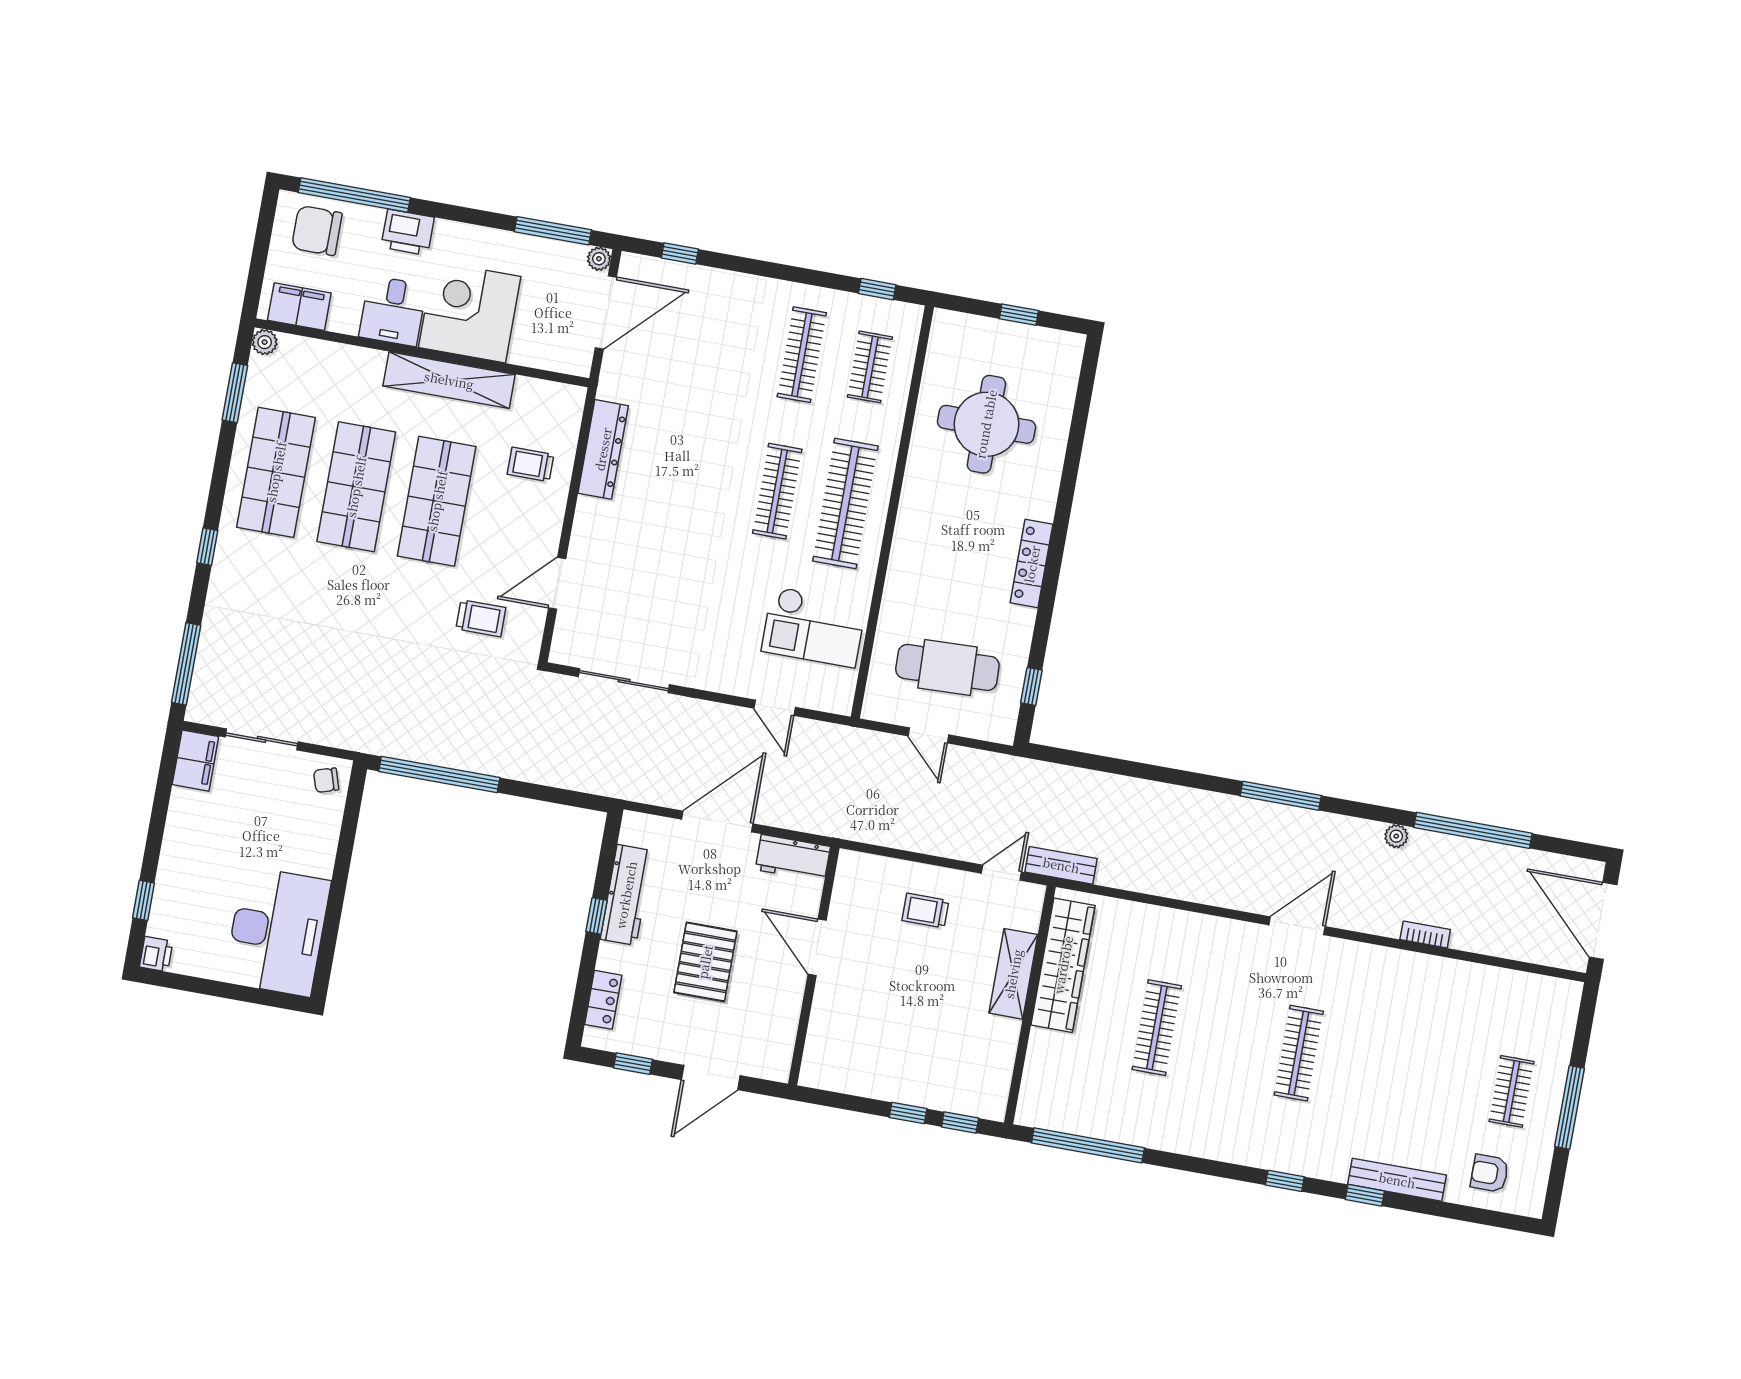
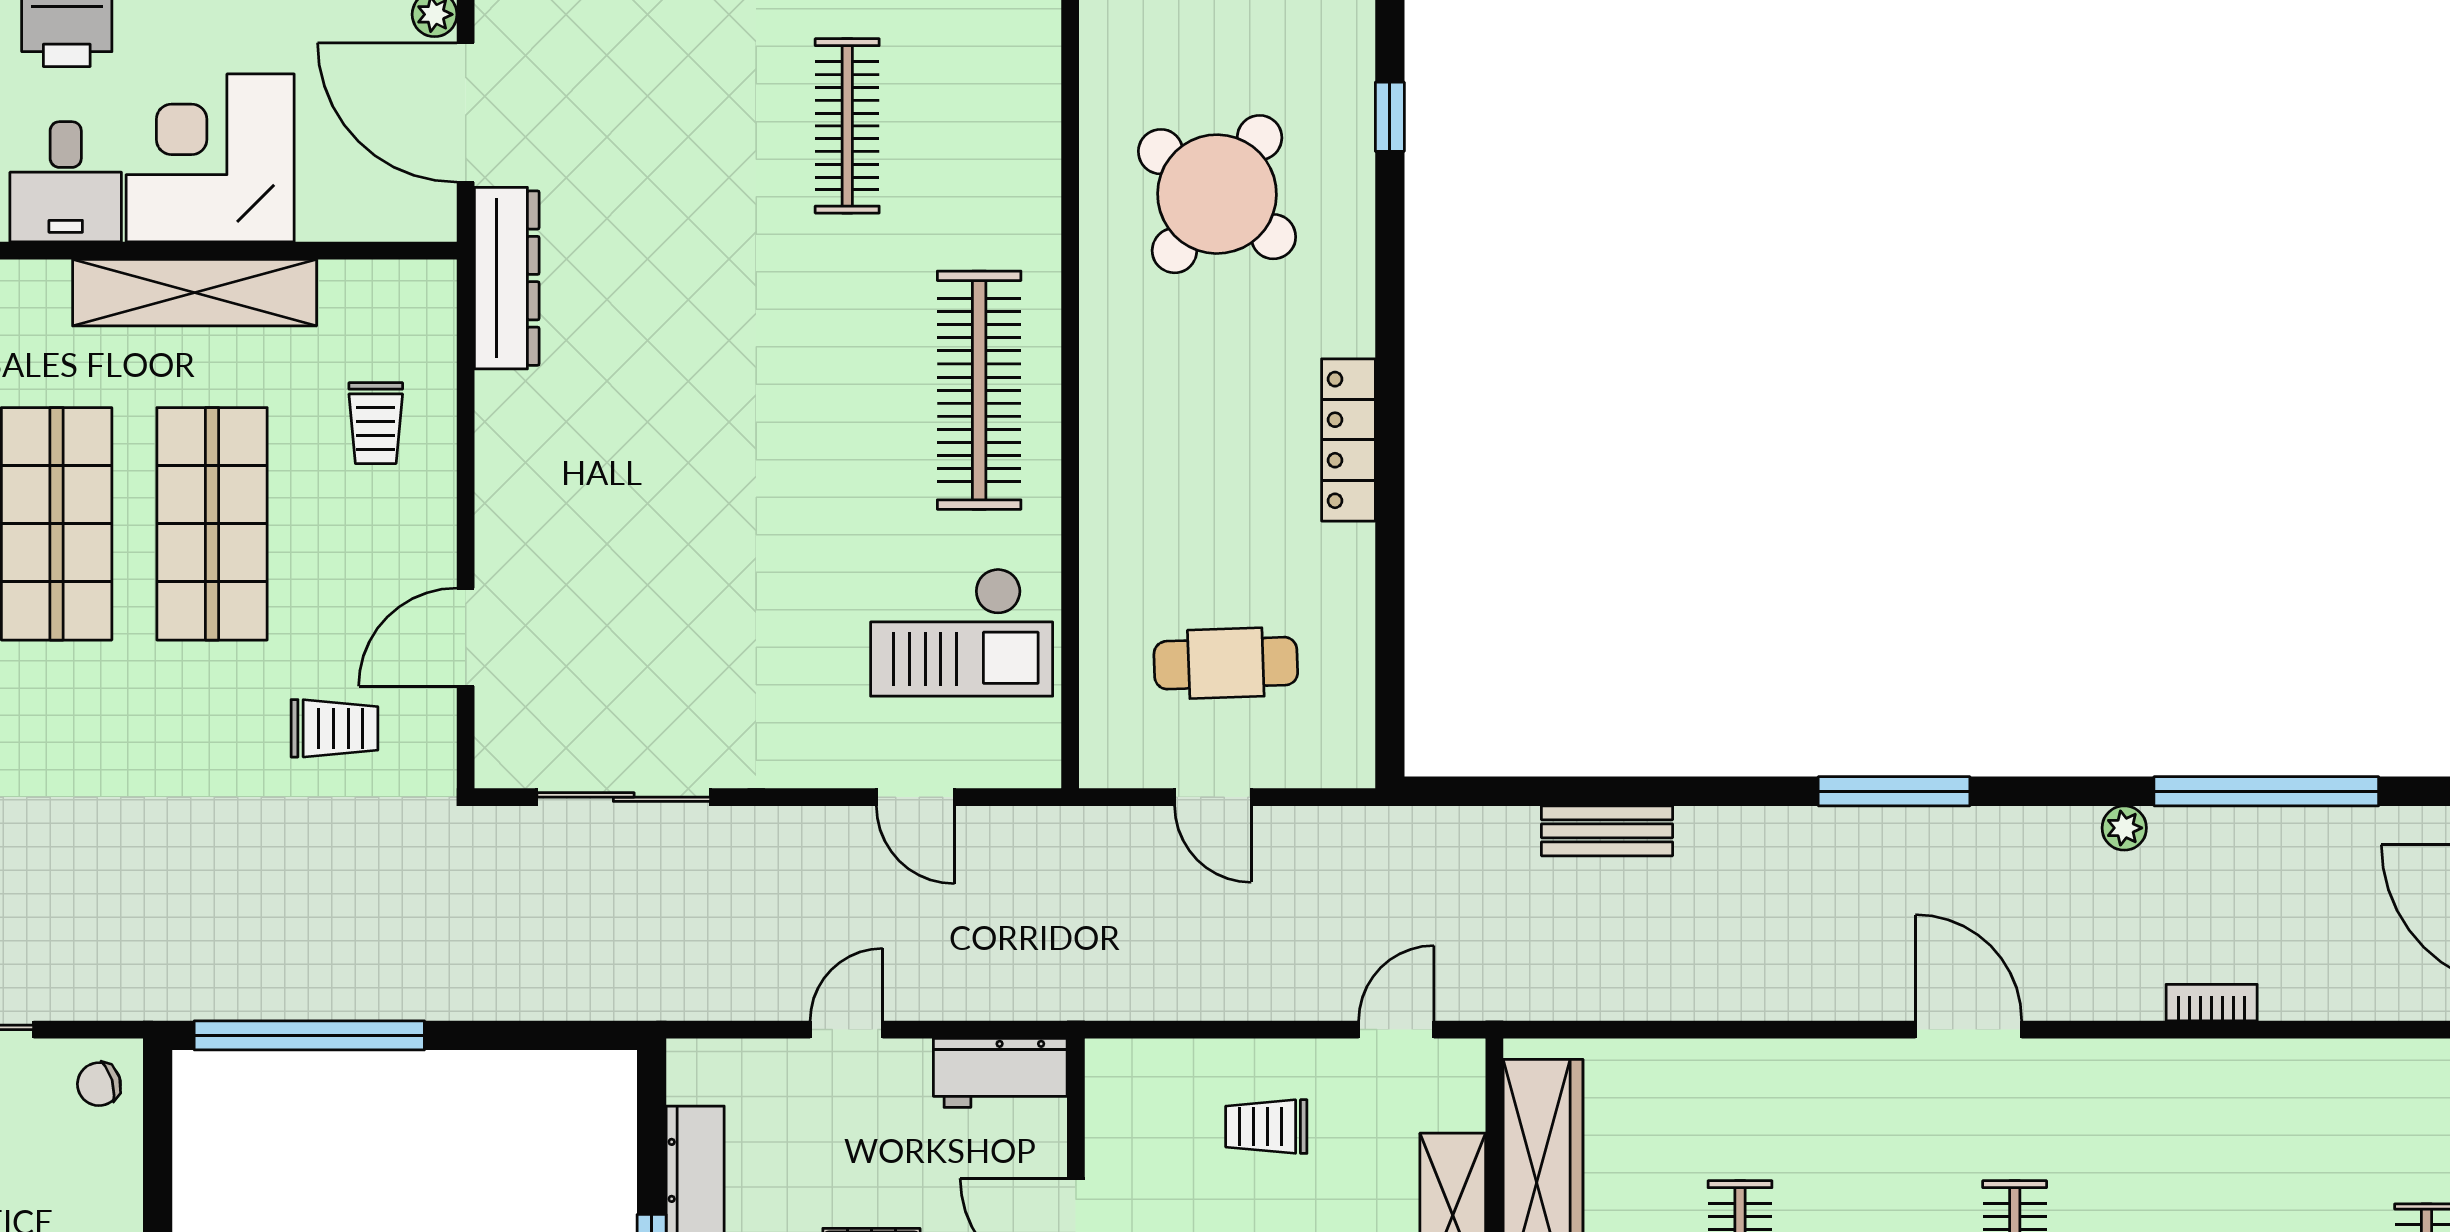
door: (606, 312) -> (466, 113), swing flipped
clothes rail: (870, 367) -> (979, 126), removed
round table: (986, 424) -> (1217, 194), turned 37
dresser: (603, 449) -> (507, 278), moved
trolley: (531, 464) -> (376, 423), turned -90
clothes rail: (777, 491) -> (847, 390), removed
cafe table: (947, 667) -> (1226, 663), width x0.73, depth x0.74
window: (1031, 686) -> (1390, 117), moved
door: (717, 821) -> (846, 1030), width x0.53
bench: (1061, 865) -> (1607, 831), moved
door: (1297, 926) -> (1969, 1030), hinge flipped

